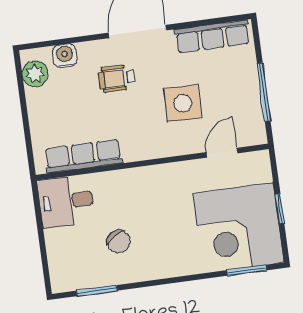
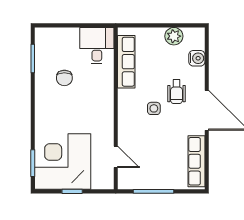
plant: (35, 74) -> (174, 36), moved
wheelchair: (117, 78) -> (176, 92), turned 180
side table: (183, 103) -> (154, 108), moved, width x0.54, depth x0.54
chair: (119, 242) -> (64, 78), turned -59

